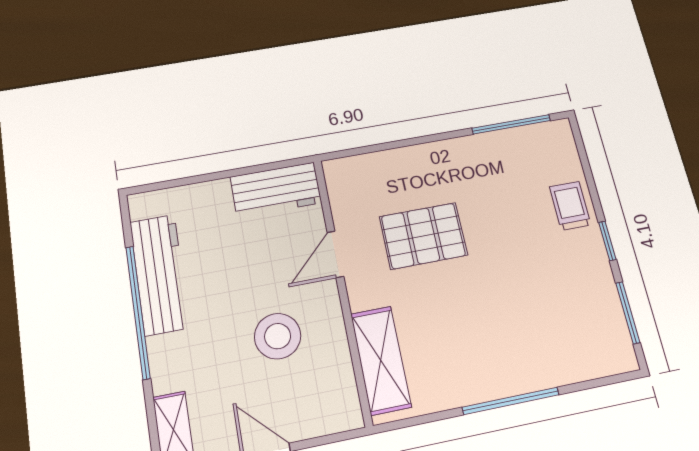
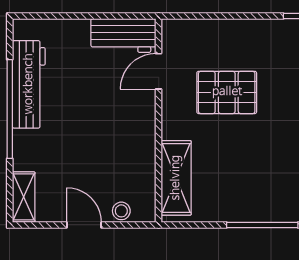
door: (335, 254) -> (159, 71), moved
stool: (278, 336) -> (121, 211), moved, width x0.53, depth x0.53

